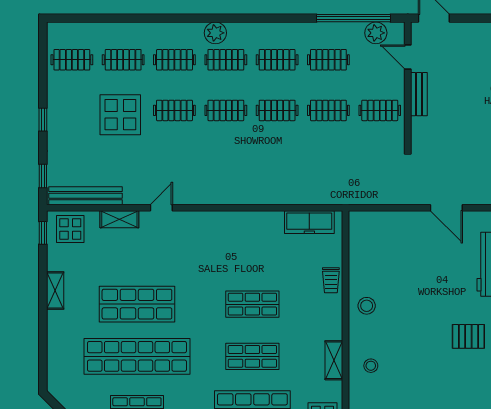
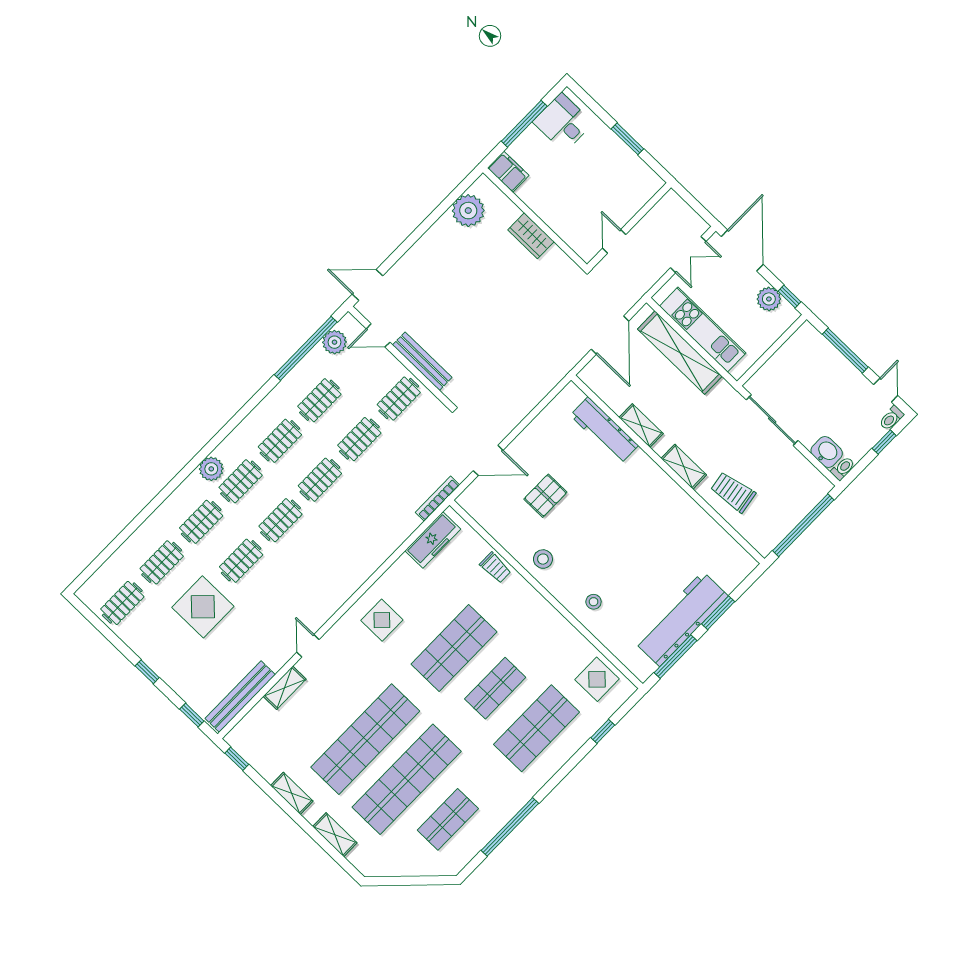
bench: (419, 94) -> (422, 361), width x1.36
bookcase: (339, 199) -> (438, 499), added
door: (446, 208) -> (488, 460), moved
display table: (70, 229) -> (382, 620), moved
shop shelf: (137, 304) -> (365, 739), width x1.40
shop shelf: (252, 304) -> (454, 648), width x1.43, depth x1.36
pallet: (468, 336) -> (545, 496), moved
shelving: (334, 360) -> (335, 835), moved

